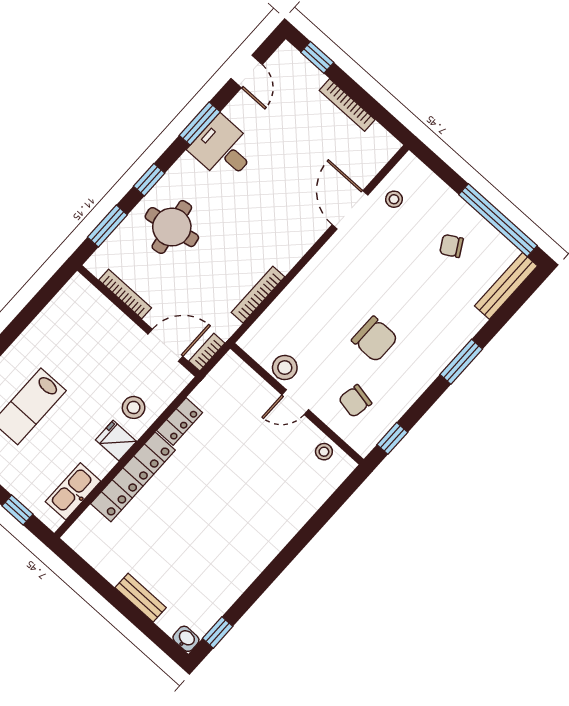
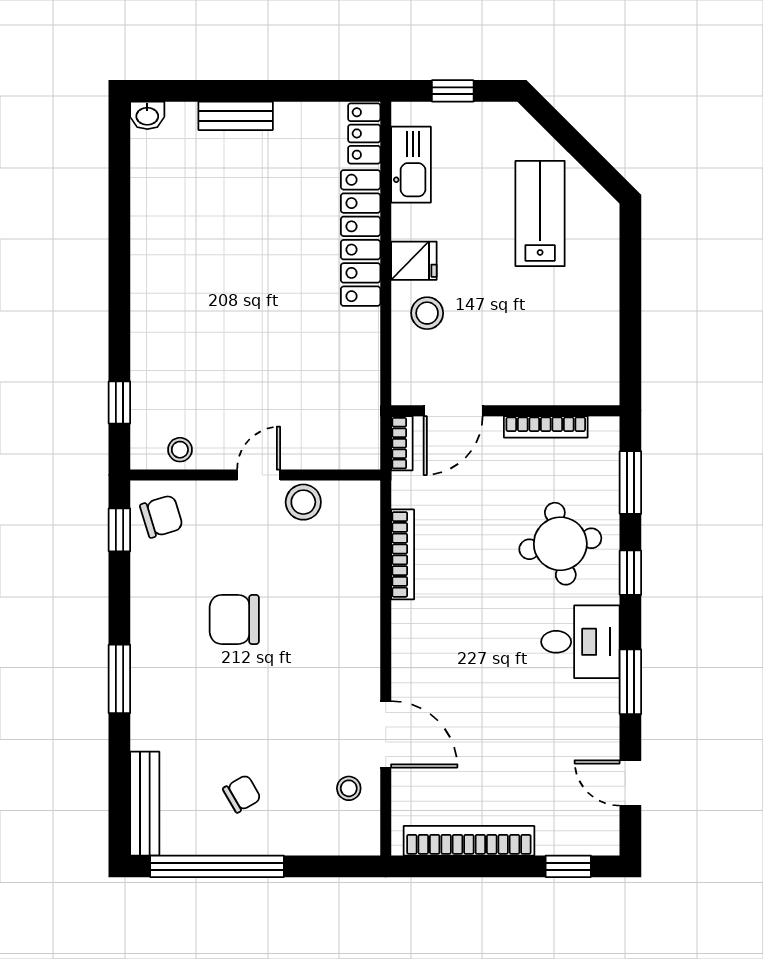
bookcase: (347, 105) -> (469, 841), width x1.48, depth x1.31
desk: (223, 149) -> (580, 642), moved
chair: (355, 401) -> (162, 516), moved, turned 62
locker: (180, 421) -> (364, 133), moved
window: (218, 632) -> (119, 403), moved

